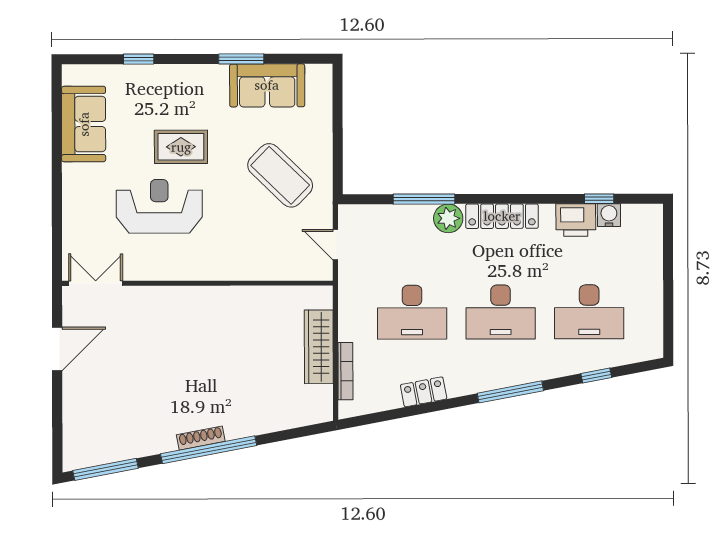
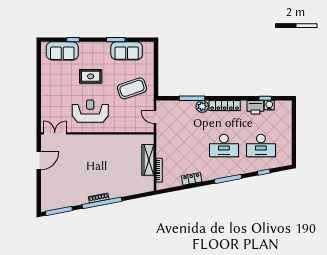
sofa: (84, 124) -> (62, 51), moved, turned 90
coffee table: (280, 175) -> (132, 88), turned -63
reception desk: (159, 206) -> (90, 111), moved
desk: (412, 312) -> (187, 146), removed

